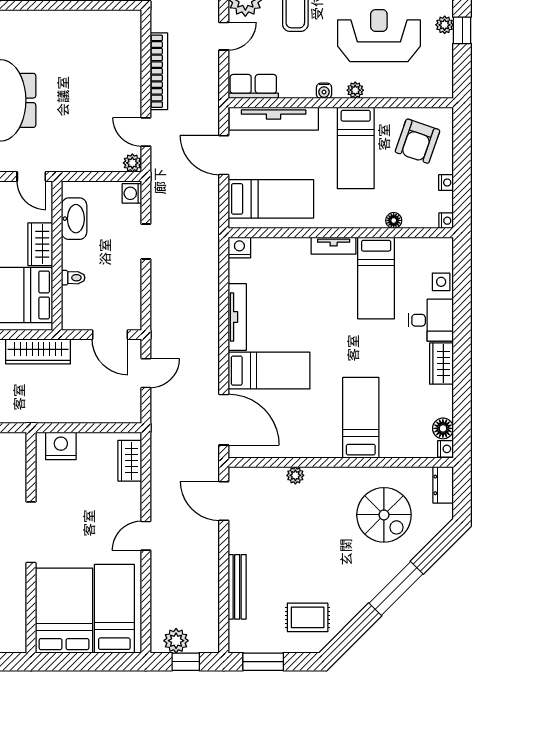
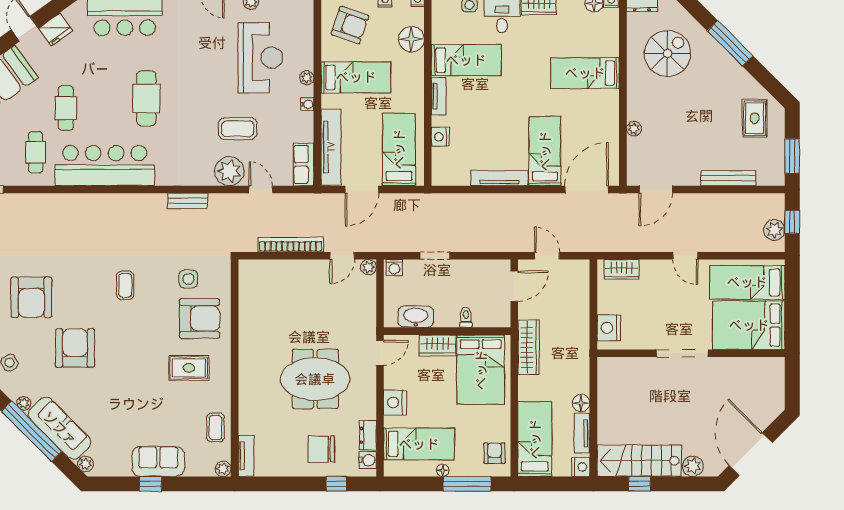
reception desk: (379, 36) -> (260, 58), turned 180
floor lamp: (394, 220) -> (411, 39), width x1.89, depth x1.89
nightstand: (239, 247) -> (440, 137), moved

